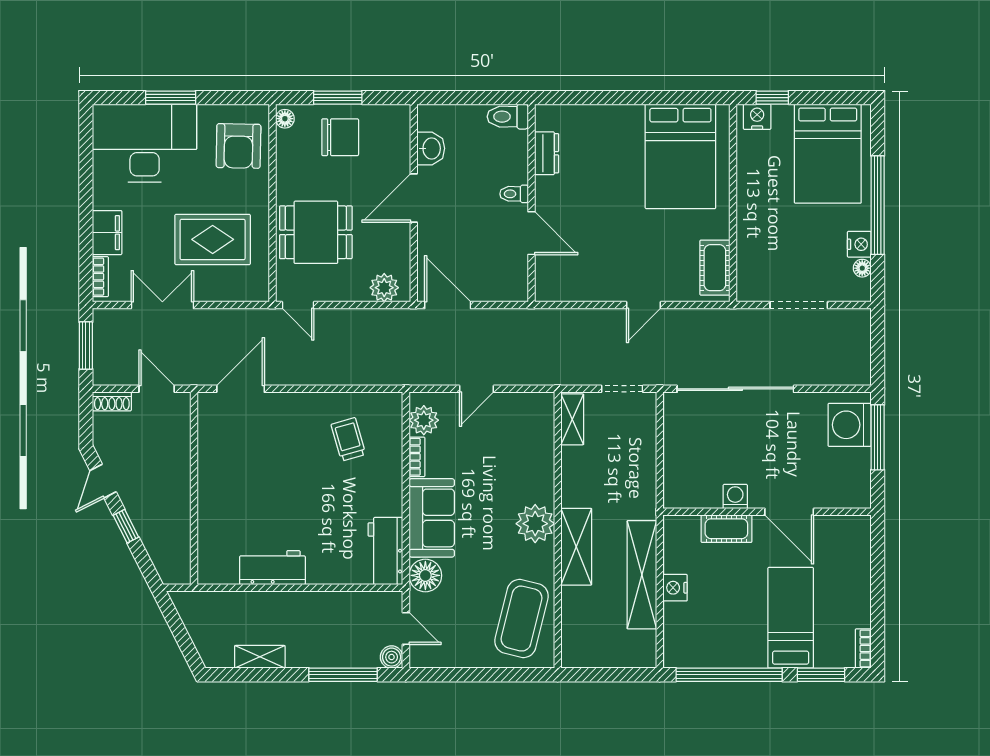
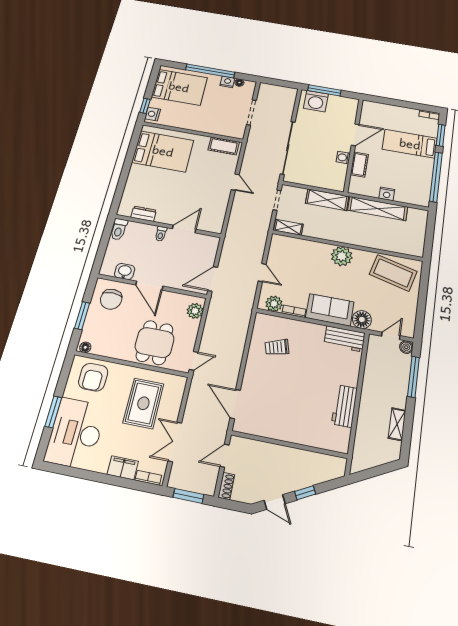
chair: (340, 137) -> (111, 299), moved, turned 180
armchair: (238, 146) -> (93, 377), turned 89
shelving: (576, 547) -> (327, 200), moved

